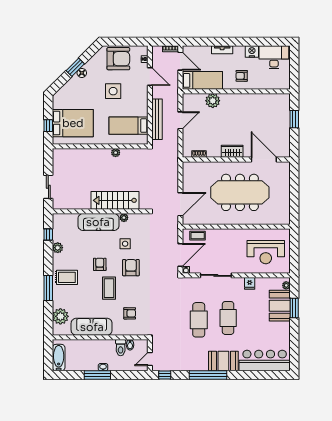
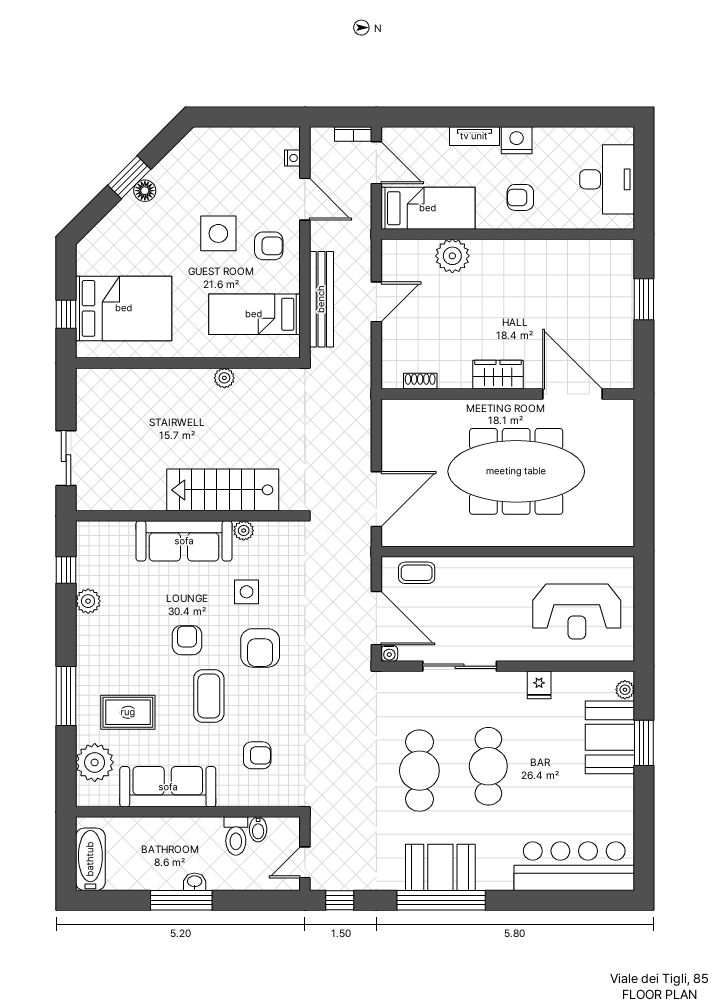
nightstand: (252, 52) -> (517, 140), moved
desk: (274, 57) -> (607, 179), moved, turned 90
armchair: (118, 59) -> (269, 246), moved, width x0.53, depth x0.53
door: (180, 255) -> (376, 618), hinge flipped
armchair: (131, 268) -> (260, 648), turned 180
rug: (67, 277) -> (128, 712), moved
booth: (223, 361) -> (440, 867), moved

